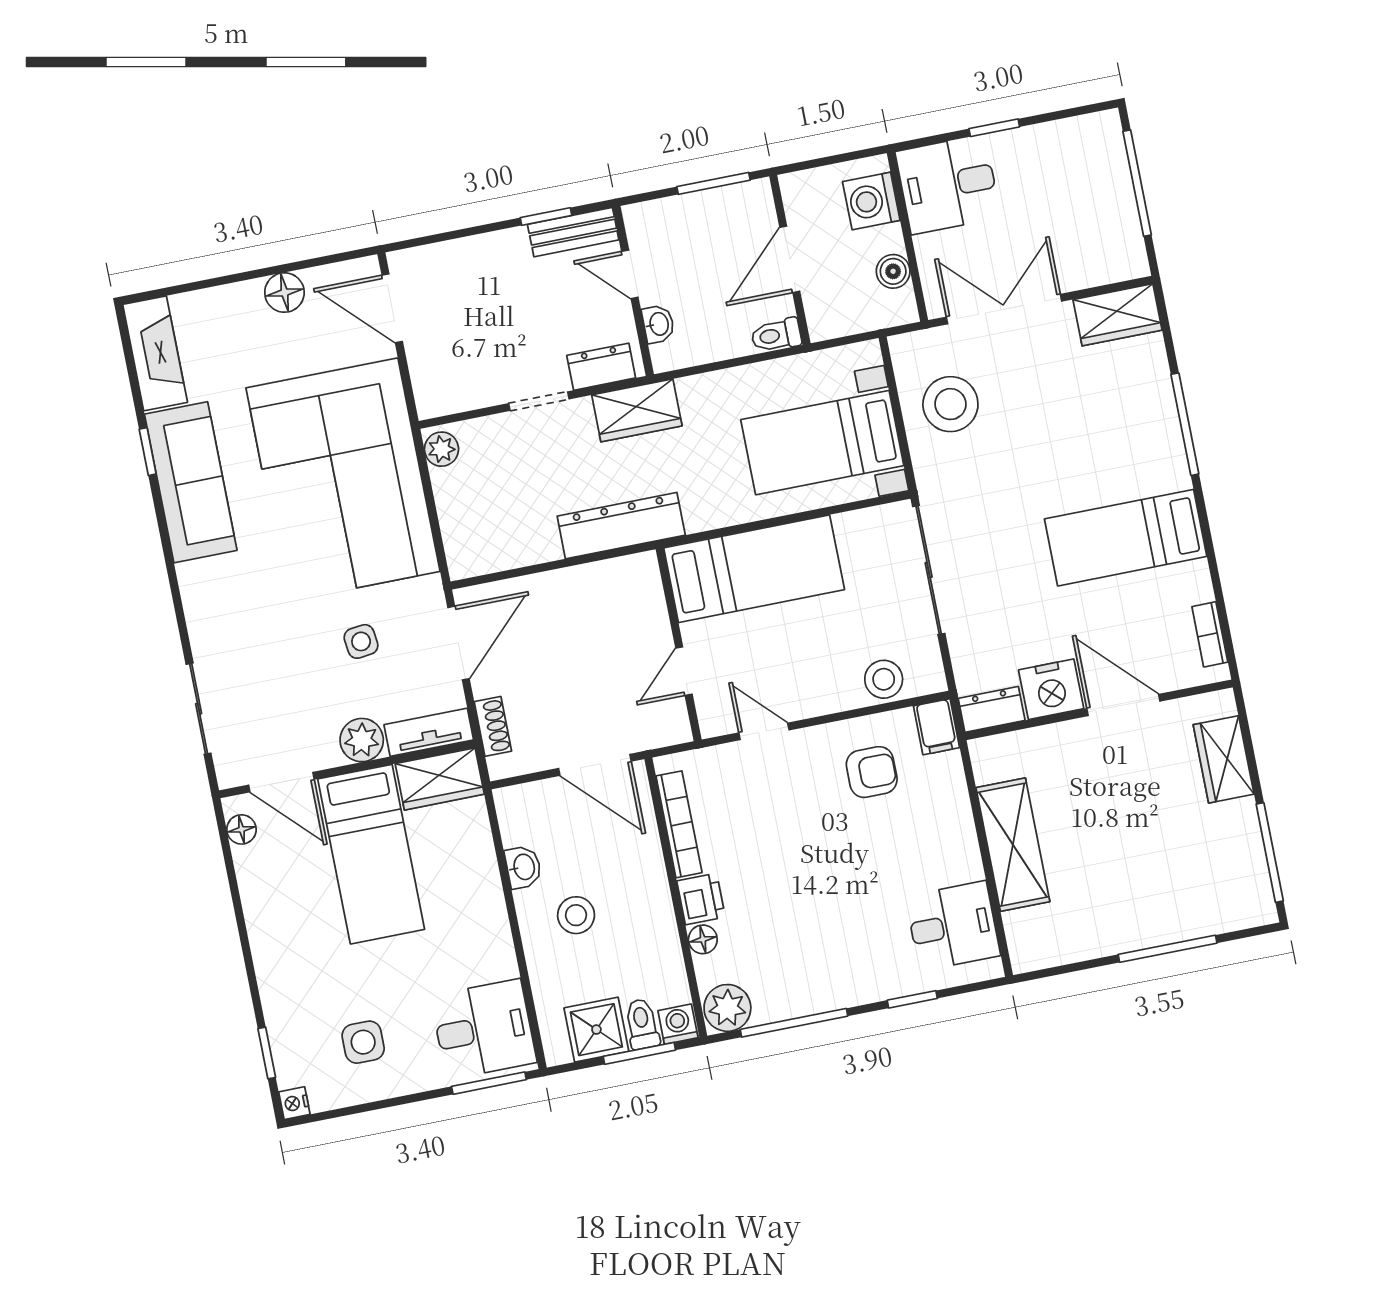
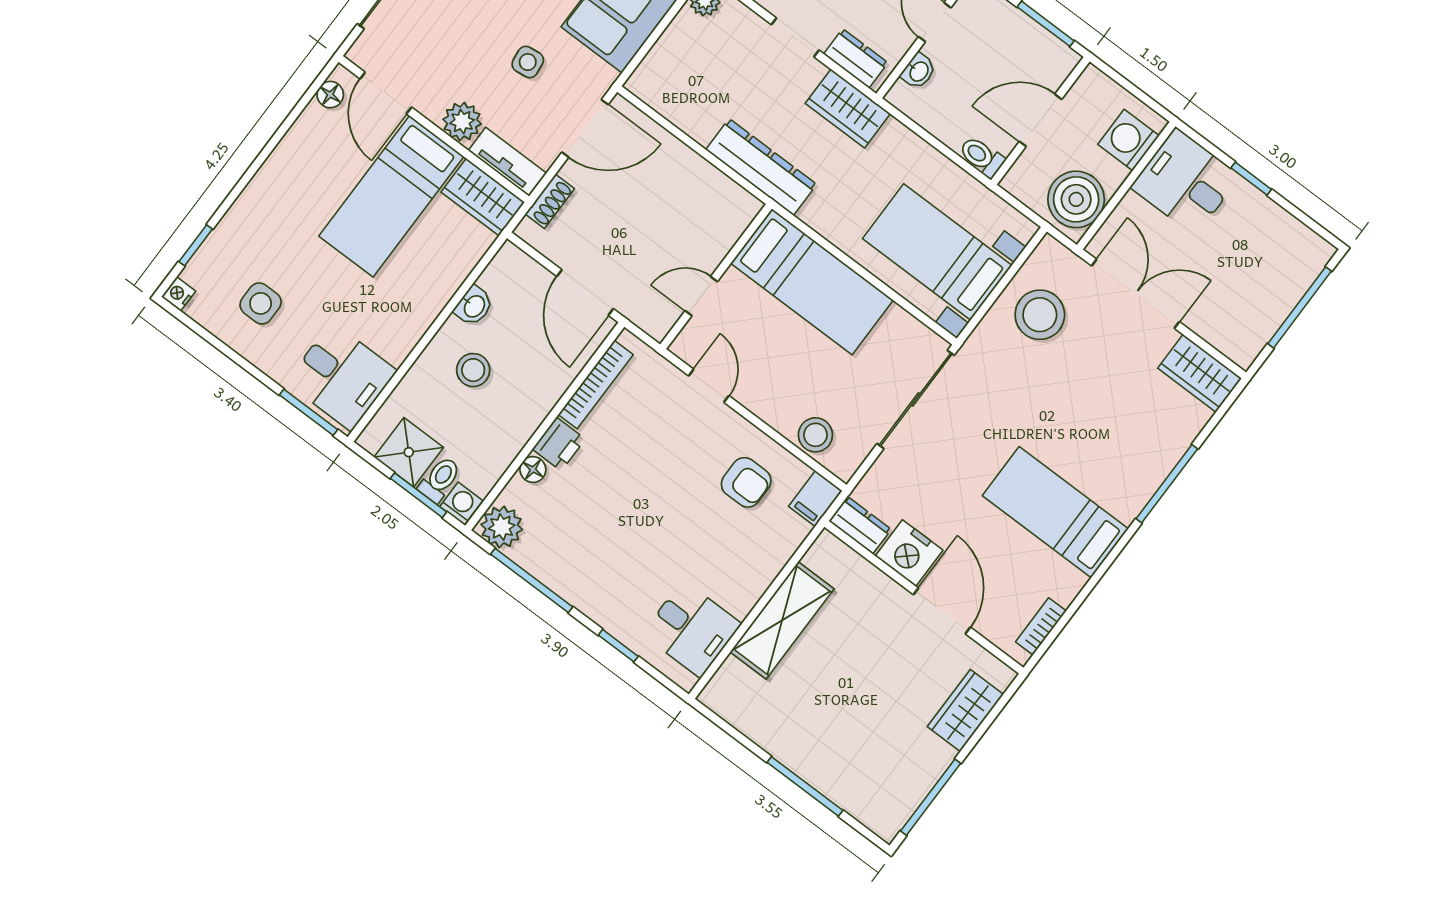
boiler: (893, 271) -> (1076, 199), width x1.86, depth x1.86

